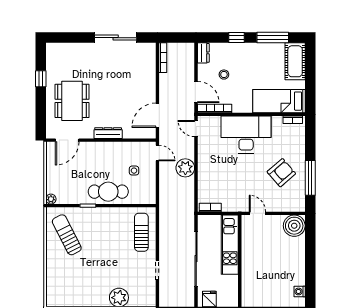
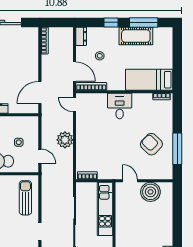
cot: (295, 61) -> (136, 36), moved, turned 90
desk: (246, 135) -> (120, 106), width x0.53, depth x0.77
door: (157, 153) -> (40, 156), moved
armchair: (281, 173) -> (151, 144), turned -95
boiler: (294, 226) -> (150, 192), moved

